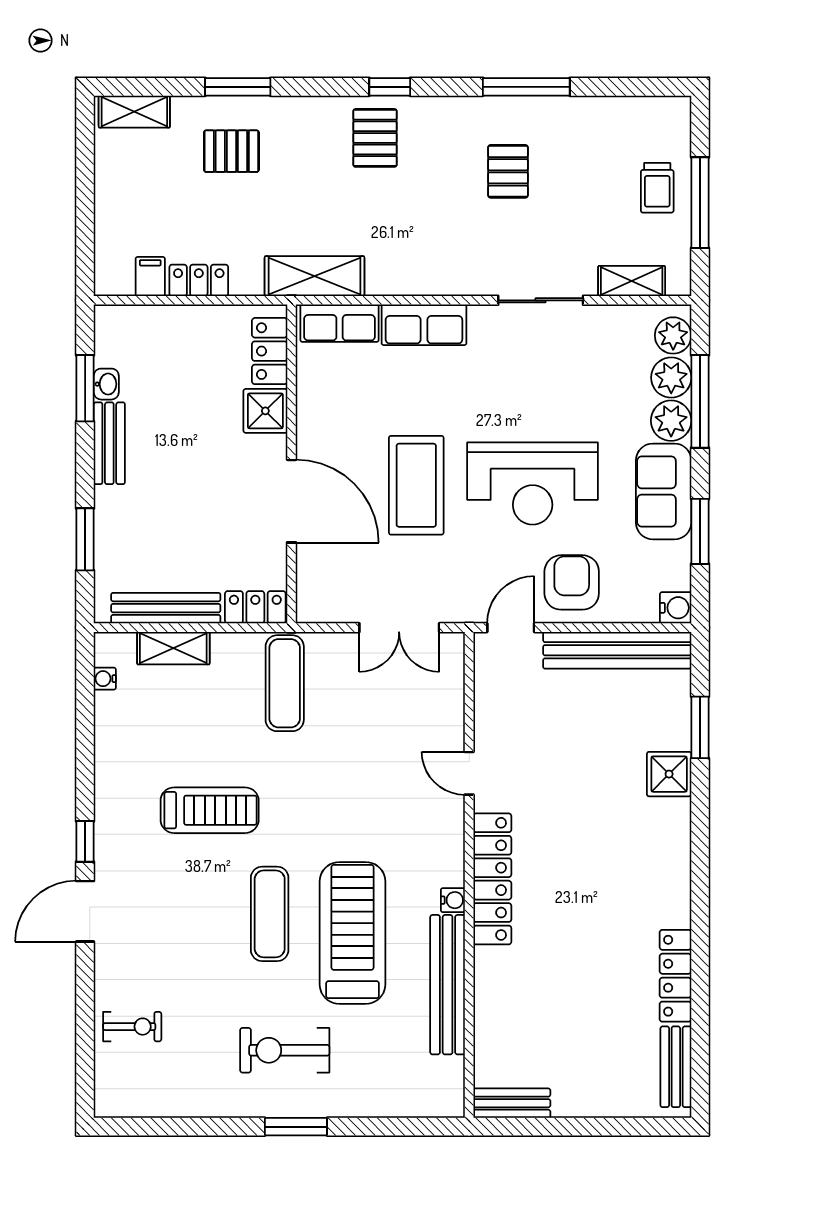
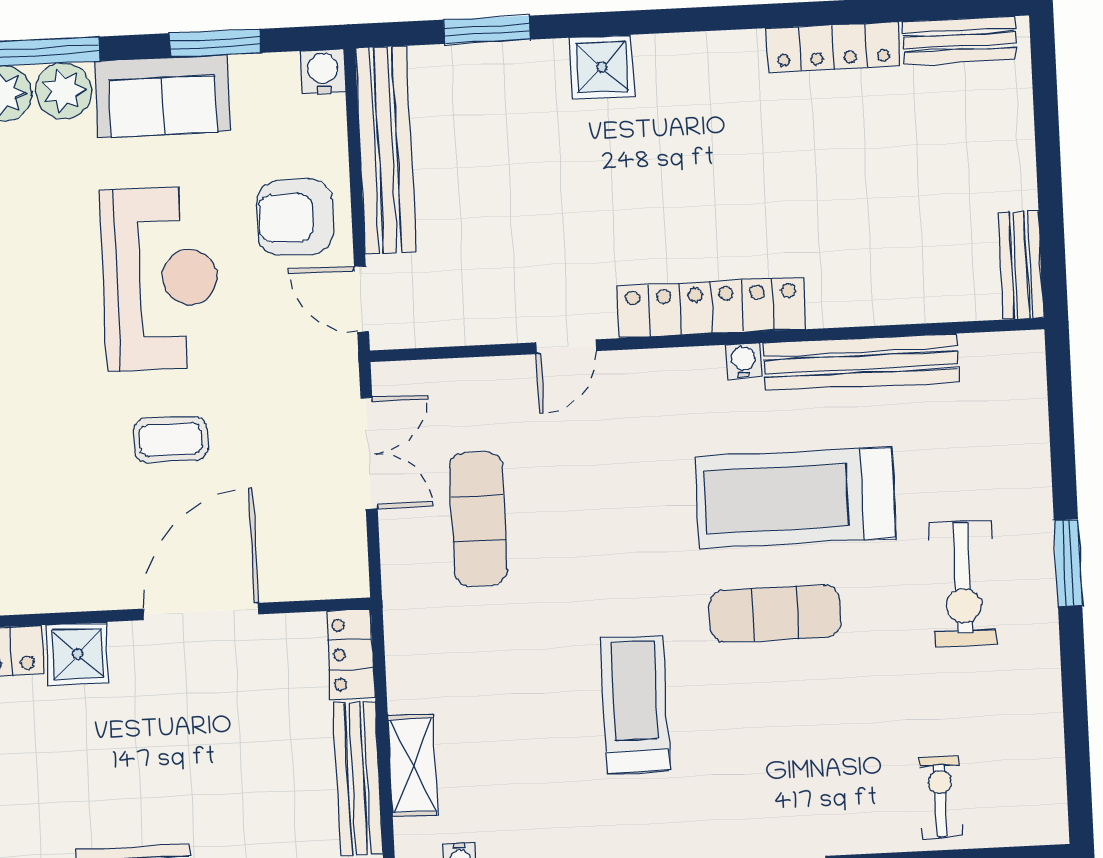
coffee table: (416, 485) -> (170, 440), width x0.54, depth x0.58
exercise mat: (285, 683) -> (478, 519), moved, turned 90
shower: (669, 774) -> (602, 67), moved

